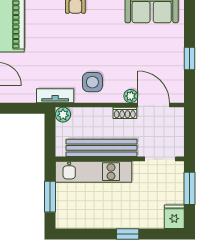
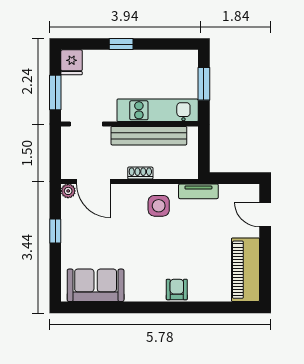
plant: (131, 96) -> (68, 191), moved
shoe rack: (125, 113) -> (140, 173), moved
plant: (63, 115) -> (190, 171), removed

